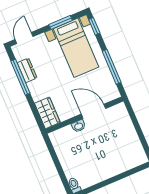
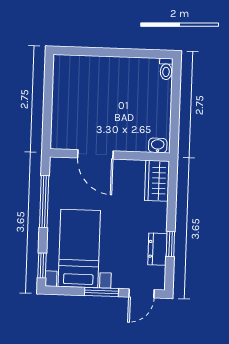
window: (61, 22) -> (101, 292), moved
window: (20, 77) -> (170, 244), width x0.46
washbasin: (79, 126) -> (158, 145), moved

